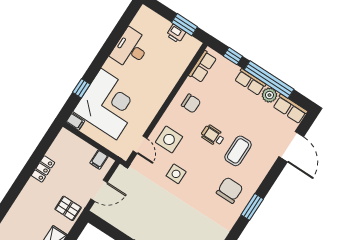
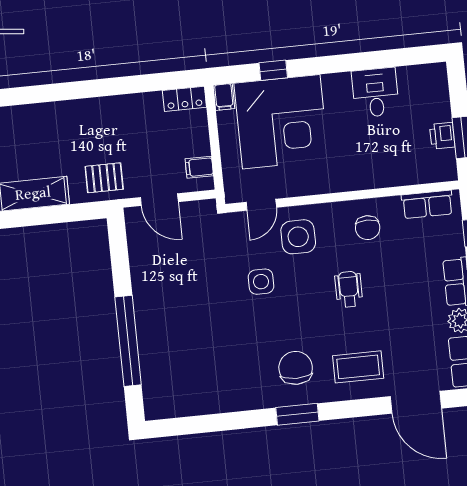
desk: (130, 49) -> (375, 93), width x0.73
door: (291, 147) -> (416, 402), hinge flipped
coffee table: (238, 151) -> (358, 367), moved
locker: (43, 169) -> (184, 99), moved
chair: (230, 190) -> (296, 368), turned -90
pallet: (68, 208) -> (104, 178), turned 90

